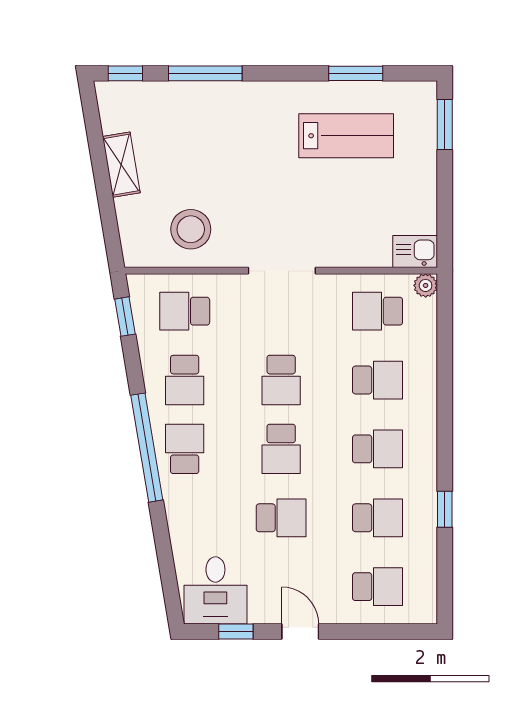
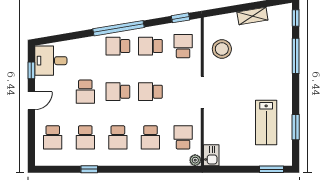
school desk: (185, 449) -> (118, 46), turned 180

